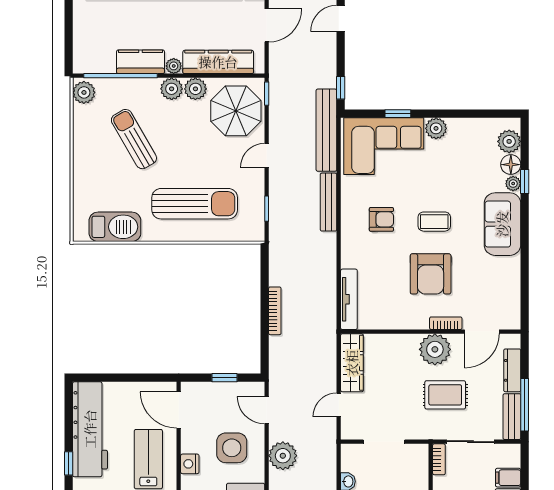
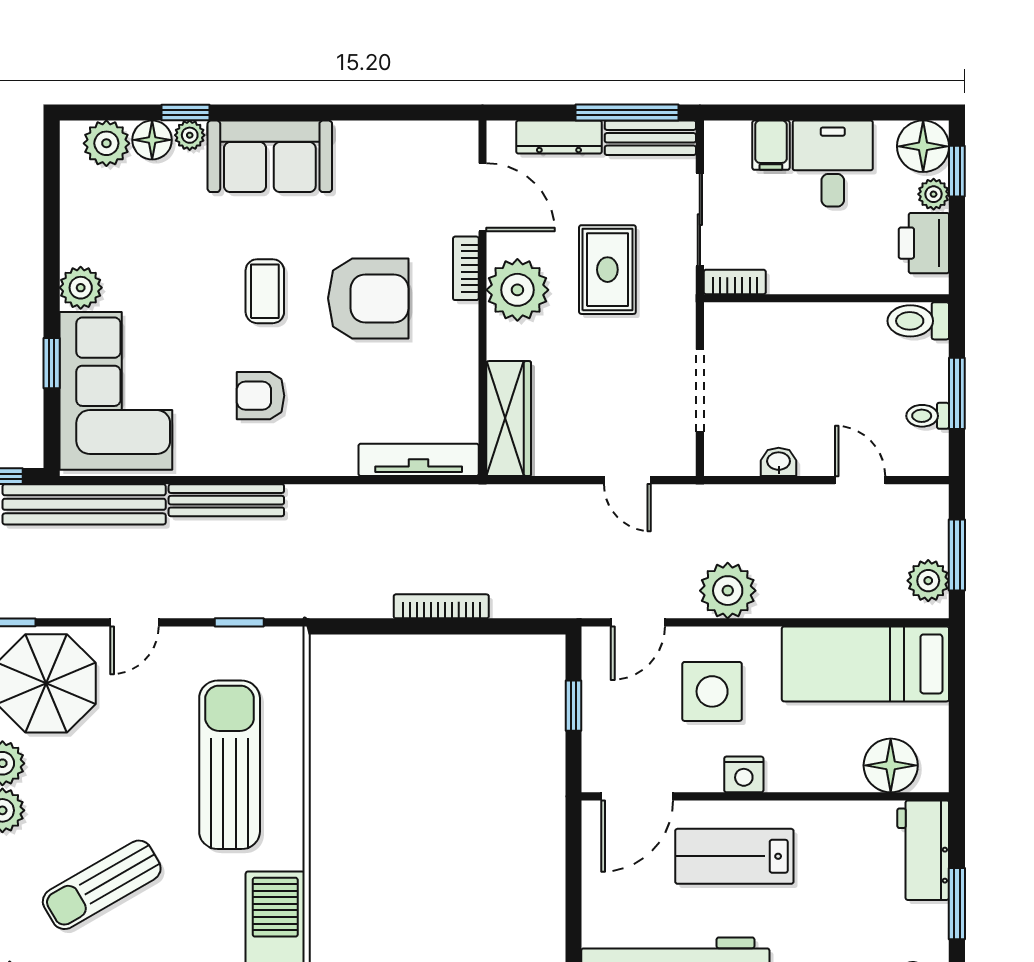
door: (267, 156) -> (134, 622), hinge flipped
armchair: (381, 219) -> (261, 396), turned -90
wardrobe: (352, 363) -> (509, 419), moved, turned 90

